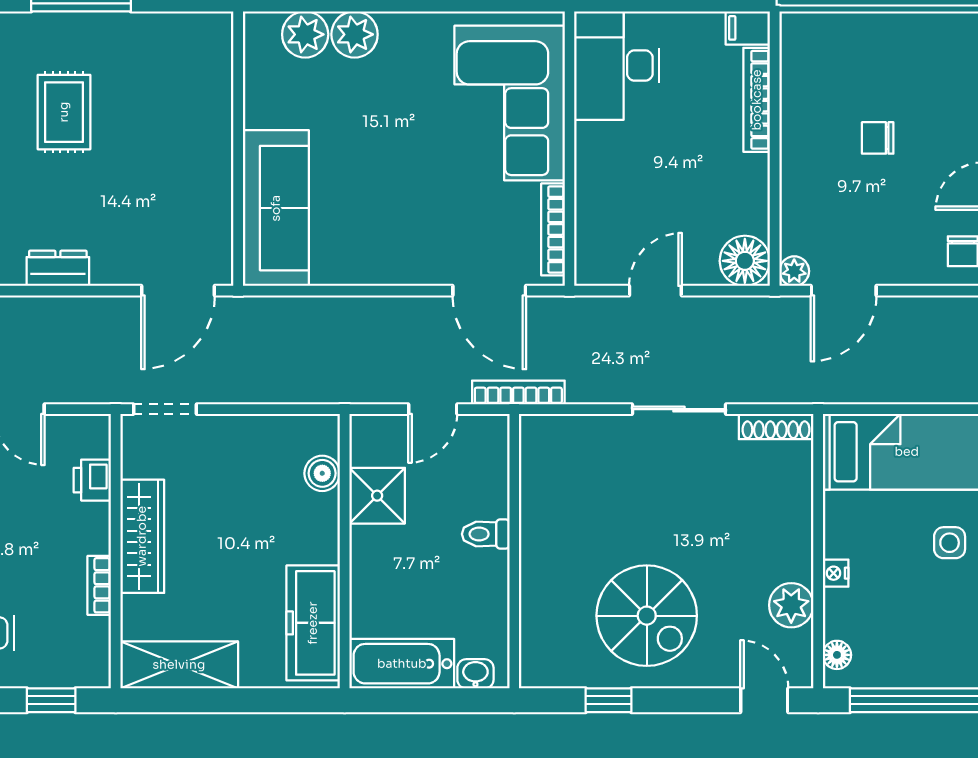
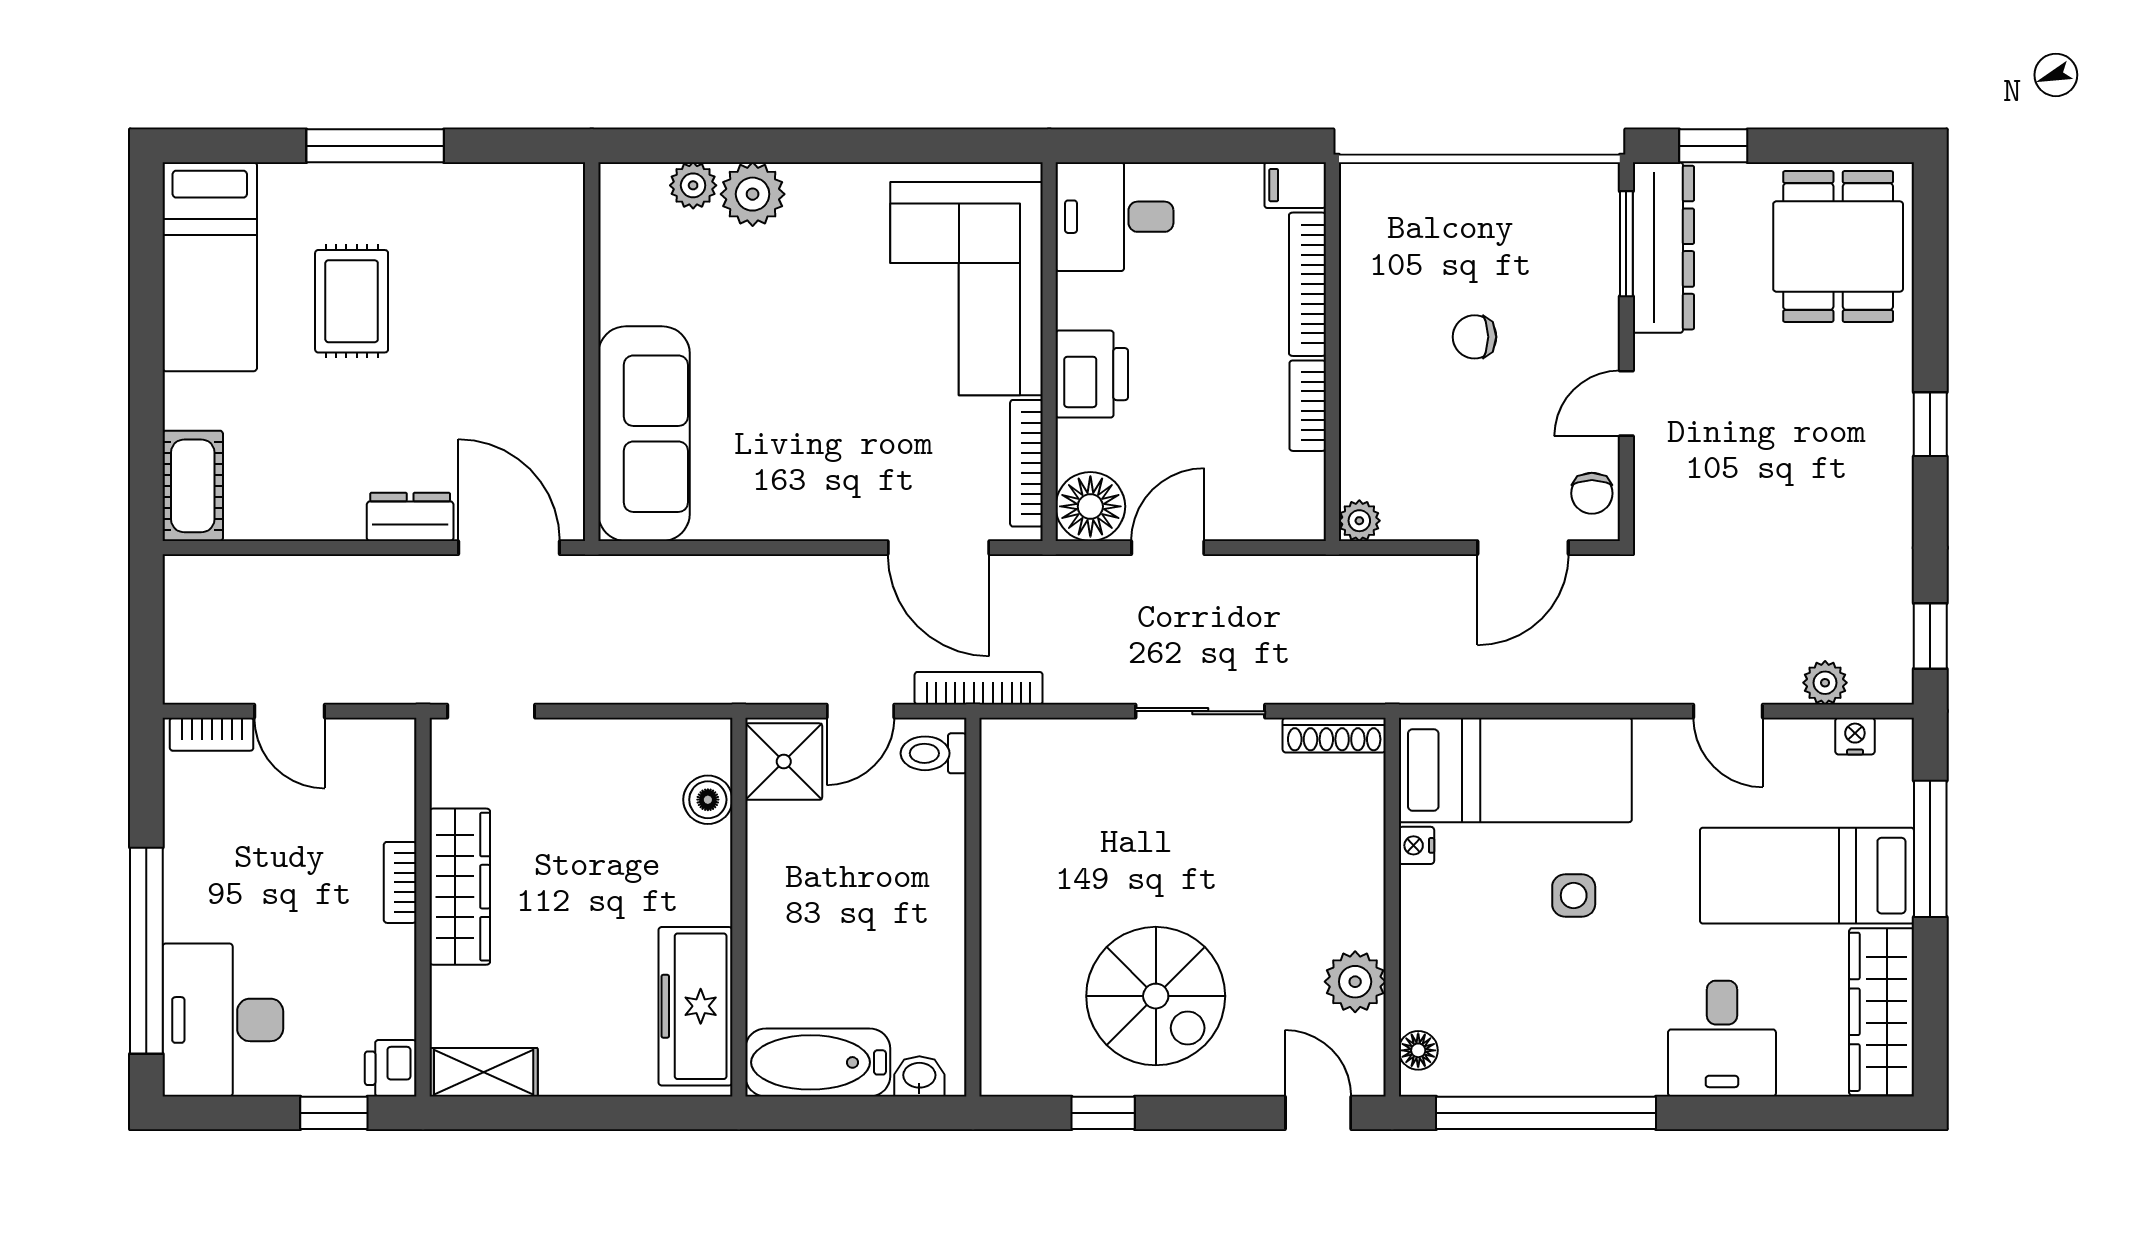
plant: (305, 34) -> (693, 185), width x0.73, depth x0.73
desk: (617, 66) -> (1115, 217), width x0.73
printer: (600, 165) -> (1092, 374), added
bookcase: (757, 188) -> (1308, 406), added
floor lamp: (745, 261) -> (1090, 506), moved
dresser: (58, 268) -> (410, 517), moved
door: (178, 291) -> (509, 548), swing flipped
door: (844, 291) -> (1523, 548), moved
printer: (92, 480) -> (391, 1068), moved
shower: (377, 496) -> (784, 762), moved
toilet: (486, 534) -> (934, 753), moved
nightstand: (836, 573) -> (1416, 845), moved
bookcase: (99, 585) -> (400, 882), moved
shelving: (179, 665) -> (484, 1072), width x0.67, depth x0.75

